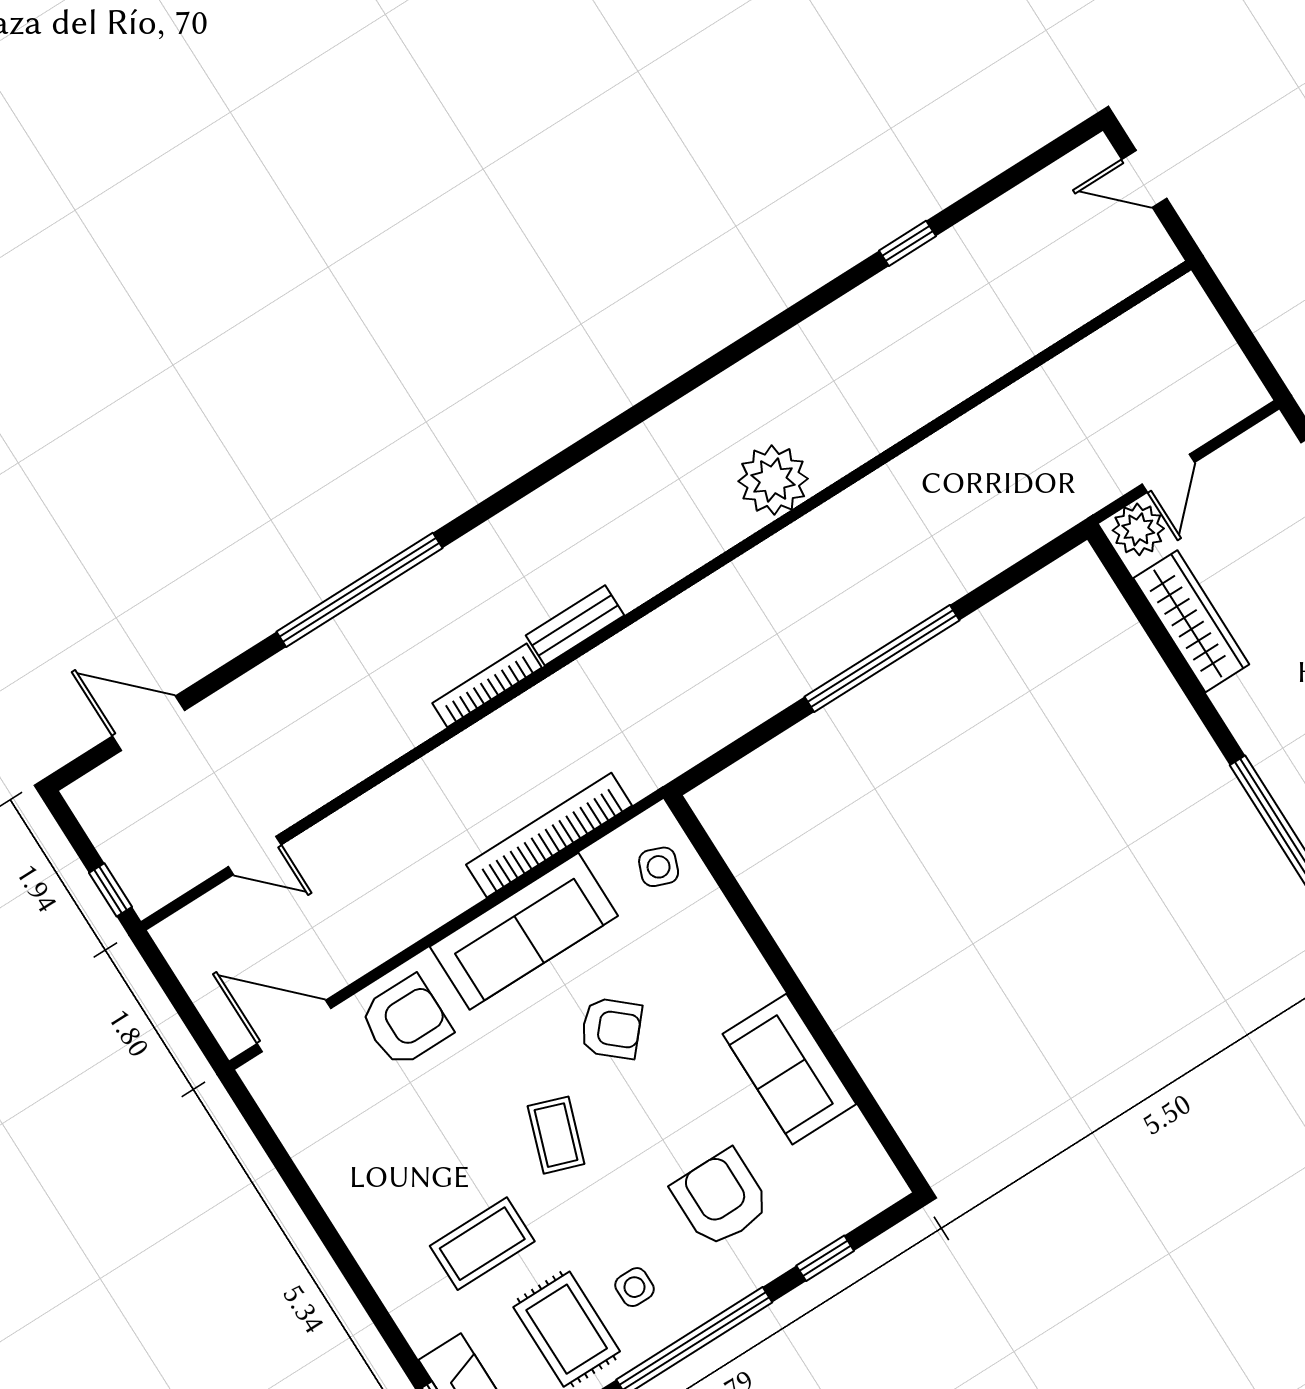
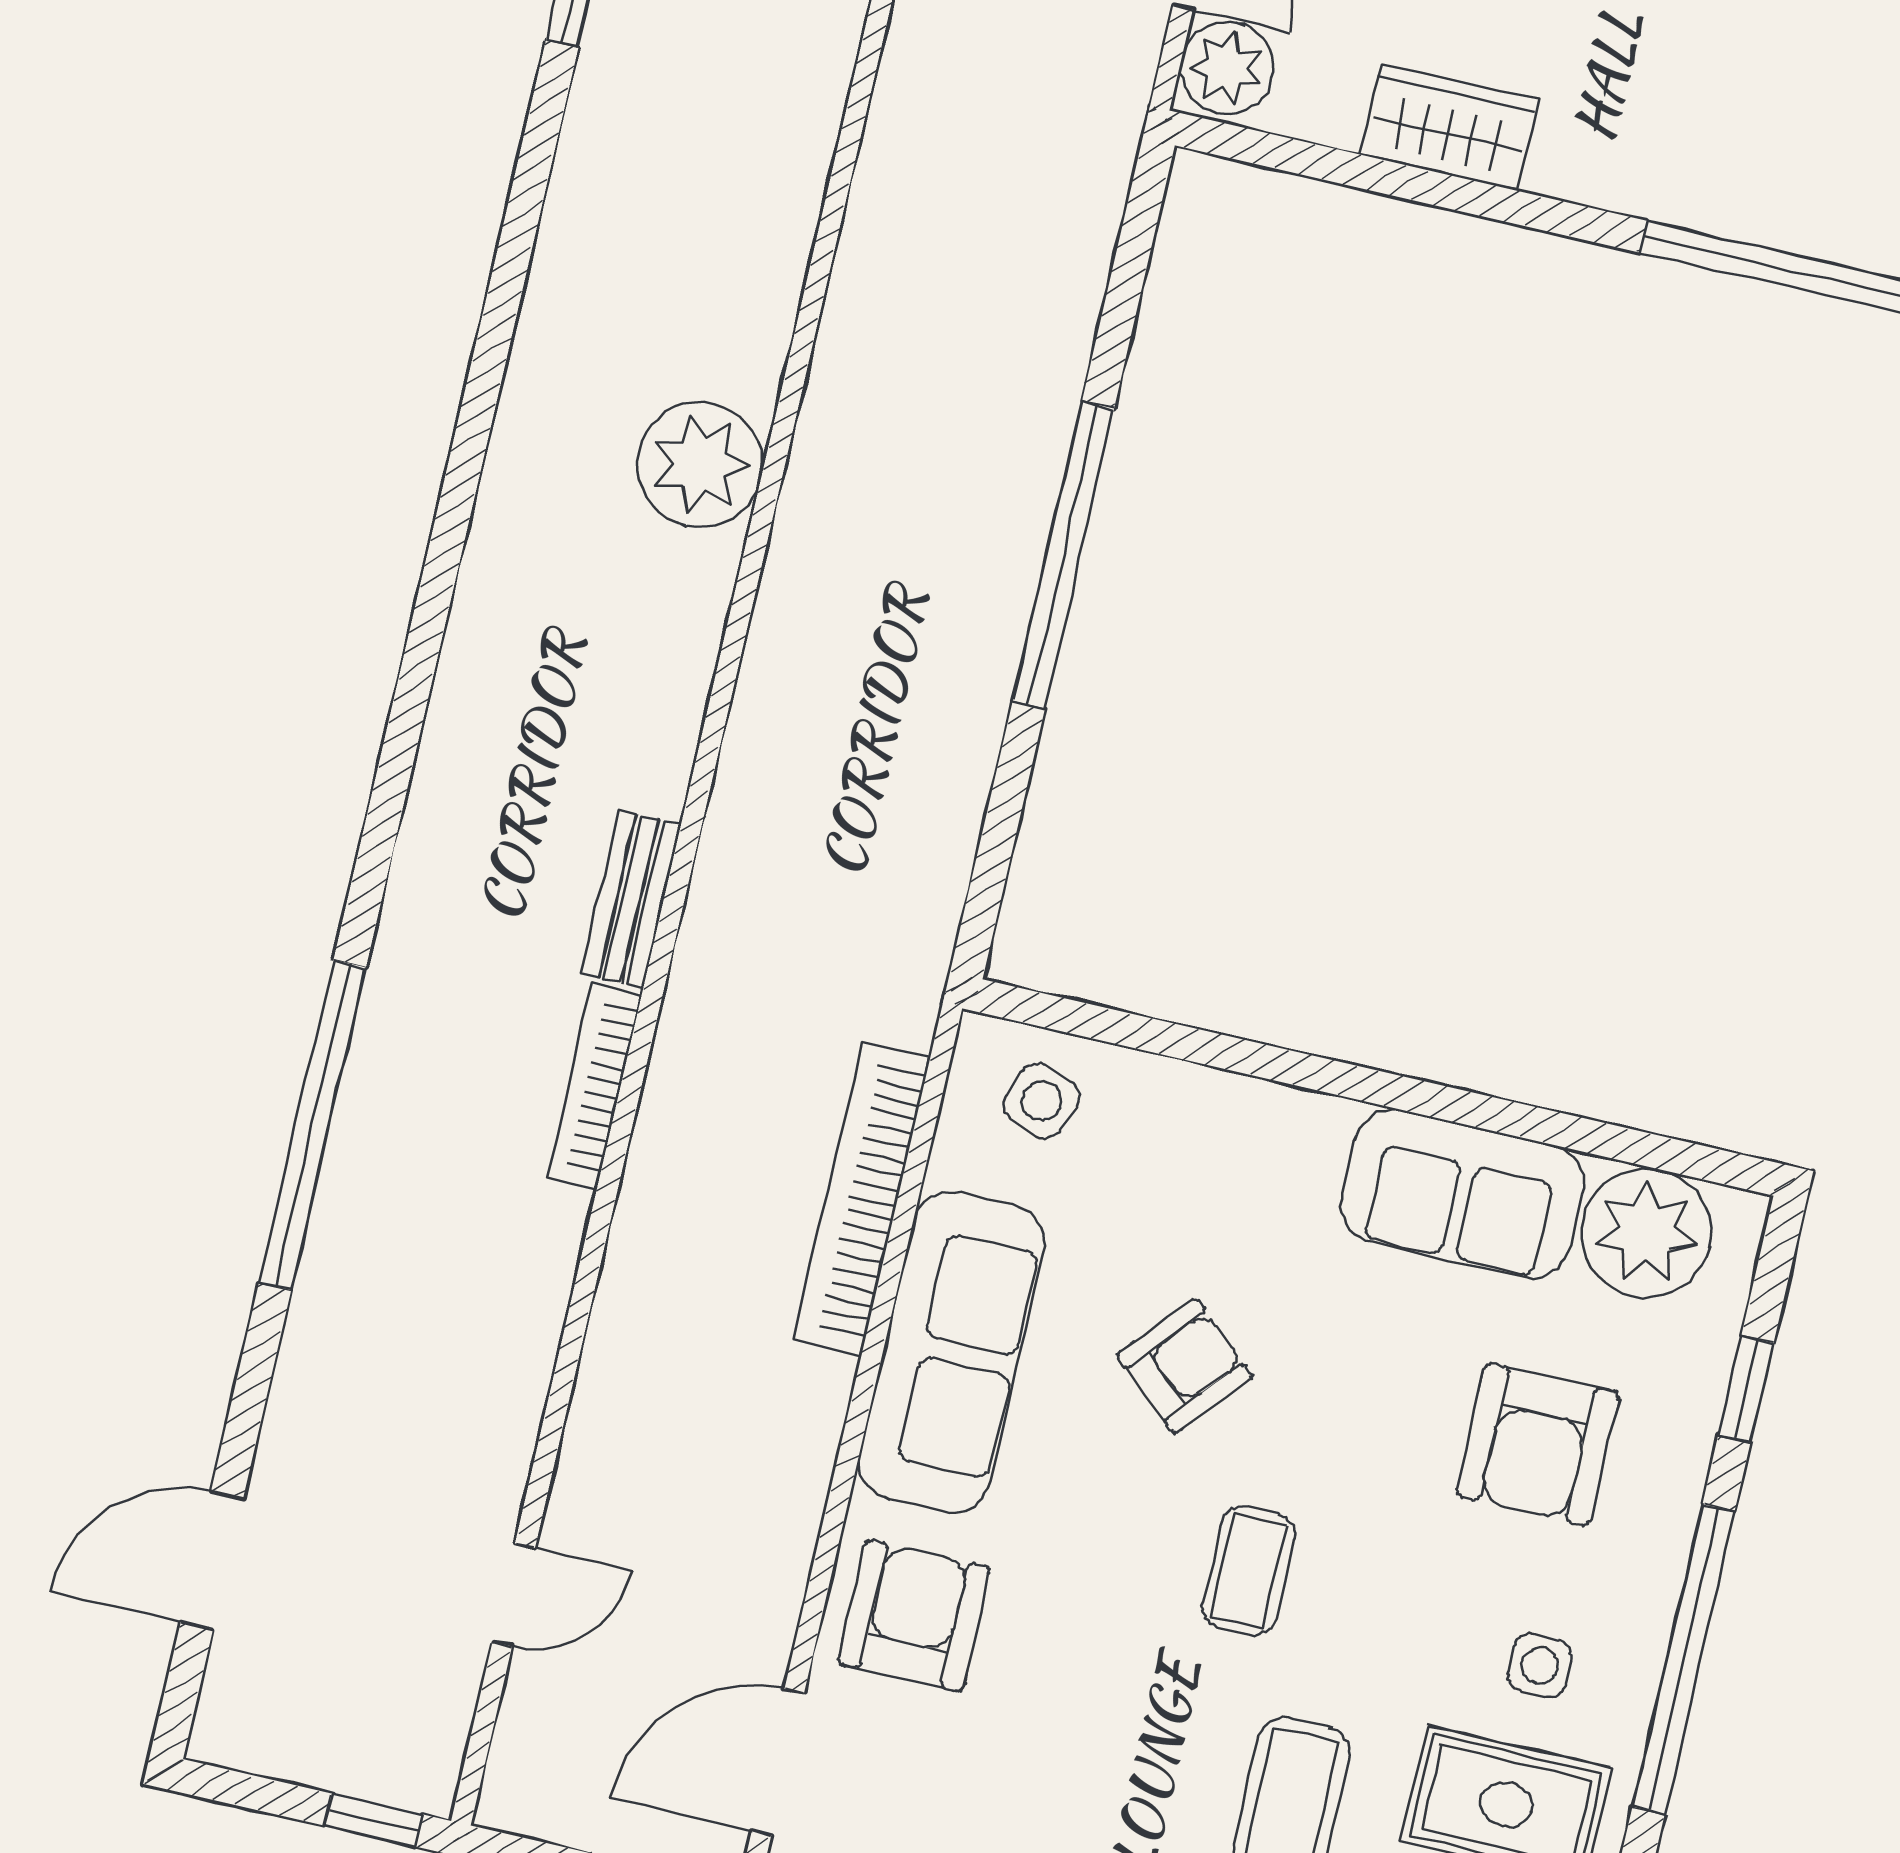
wardrobe: (1191, 621) -> (1449, 127), width x0.67
coffee table: (556, 1135) -> (1249, 1571), turned 71
plant: (847, 1157) -> (1647, 1233), added
armchair: (721, 1198) -> (1538, 1444), turned -90

